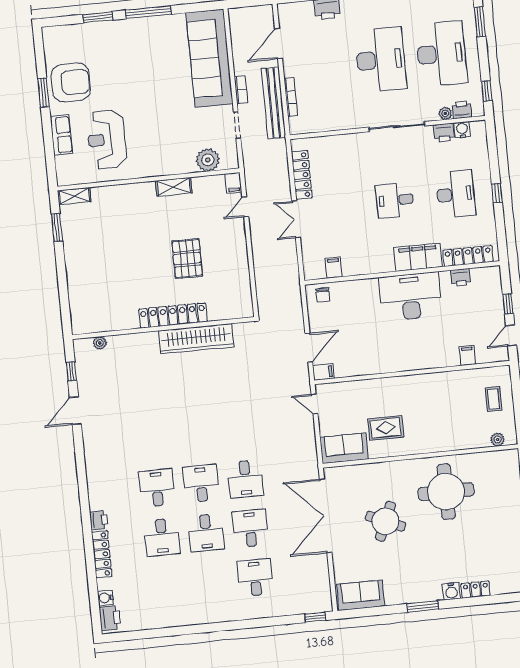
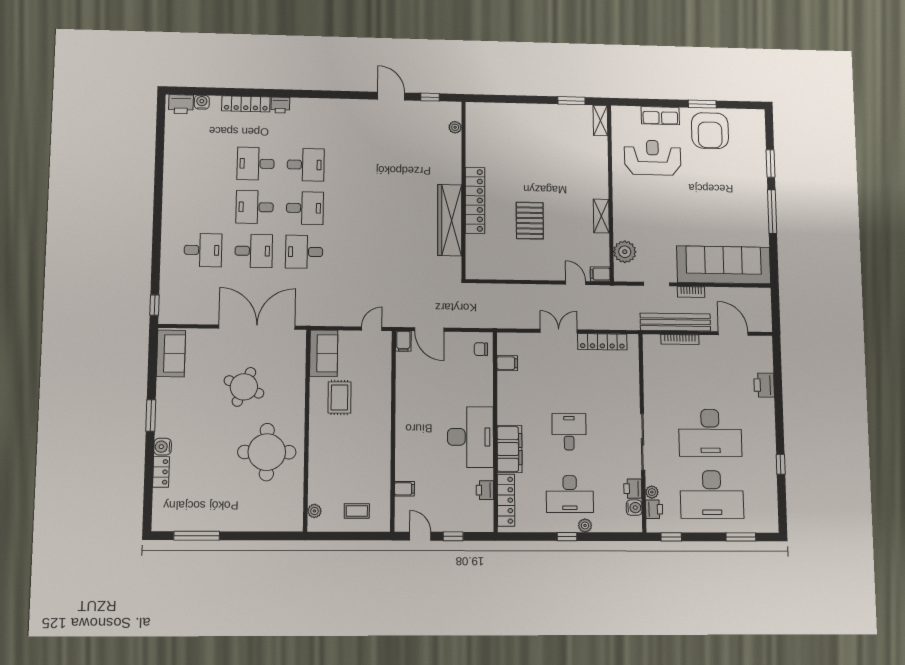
plant: (484, 177) -> (585, 525), added
pallet: (187, 259) -> (530, 221), turned 90

